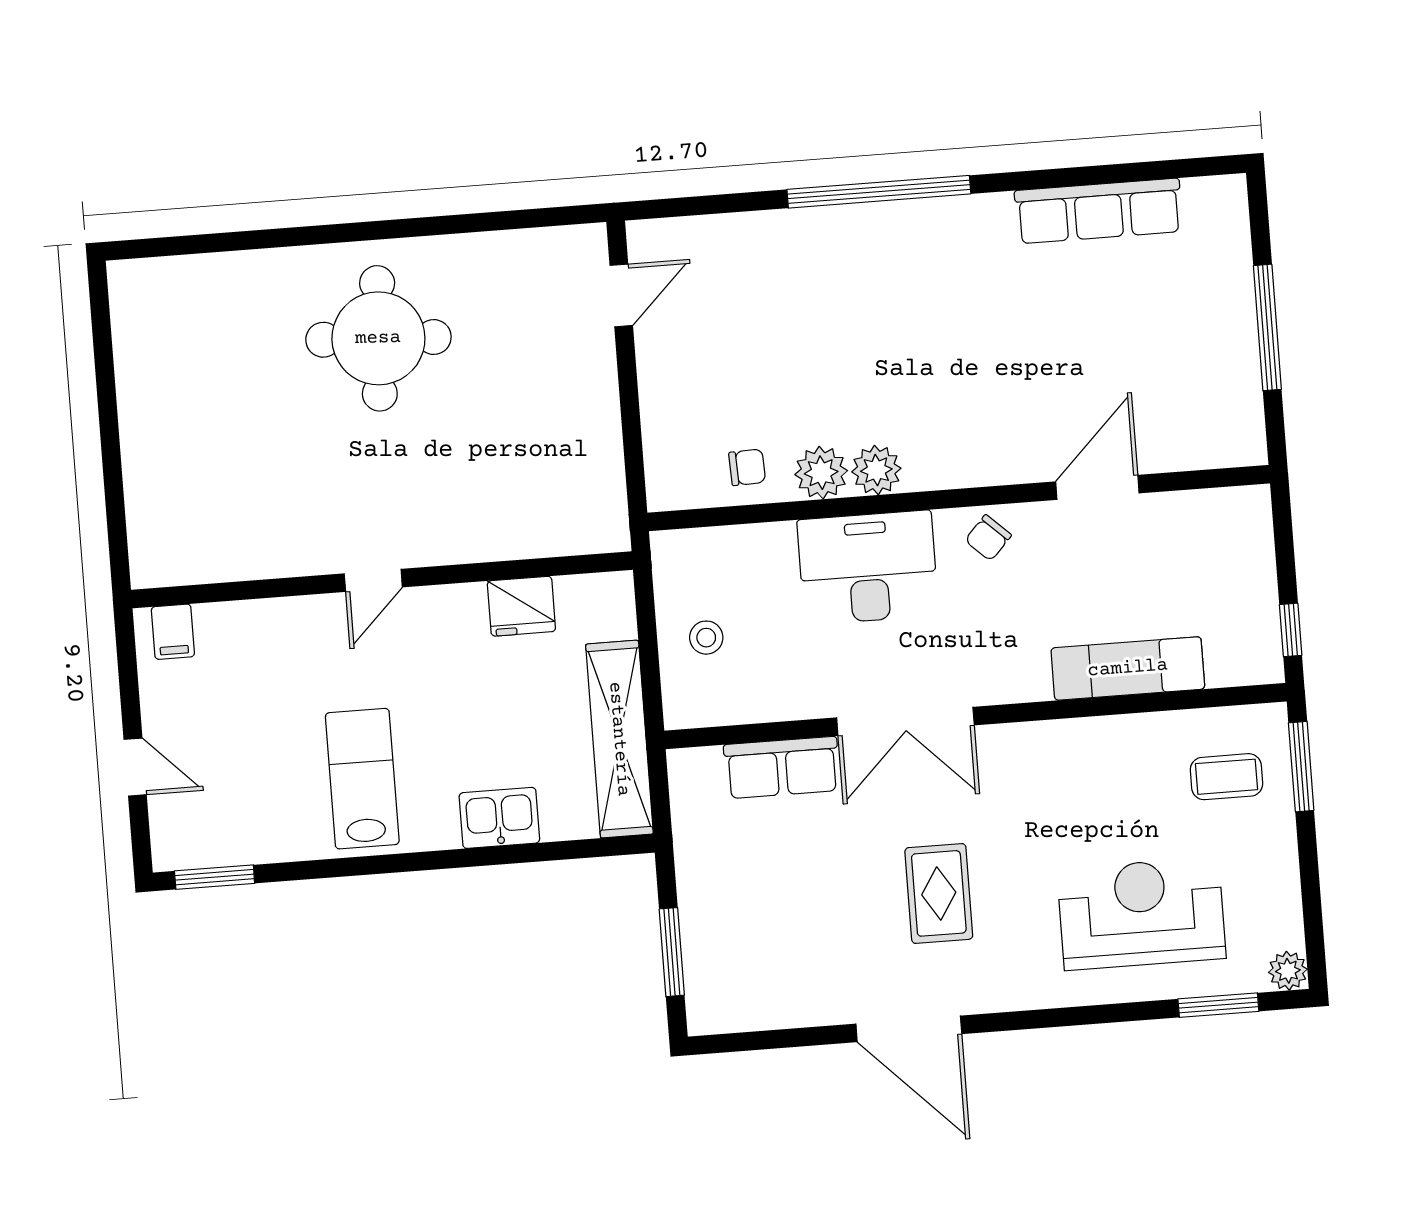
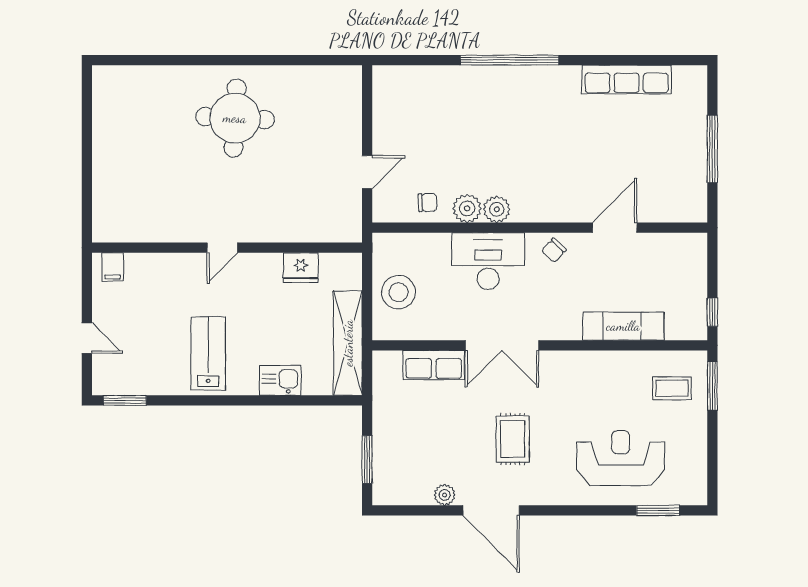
door: (621, 295) -> (367, 172), moved
stool: (706, 638) -> (399, 292), width x1.89, depth x1.89
plant: (1288, 971) -> (445, 495), moved

